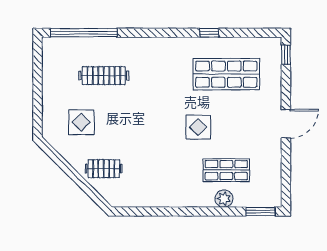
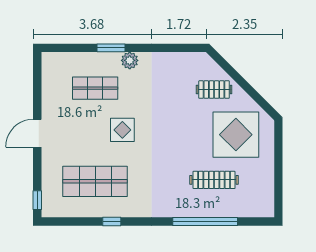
window: (84, 33) -> (205, 221), moved
display table: (81, 122) -> (236, 135), width x1.86, depth x1.86
plant: (224, 199) -> (130, 60), moved
window: (261, 212) -> (111, 48), moved

